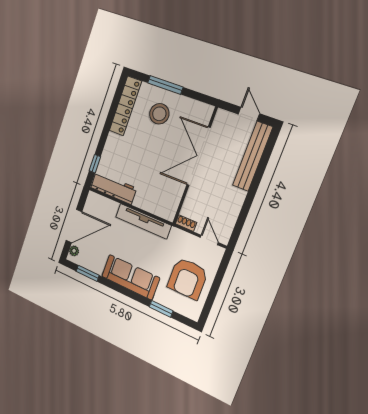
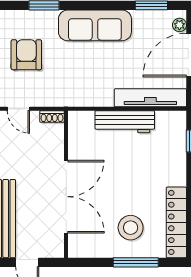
workbench: (113, 188) -> (125, 122), moved
tv unit: (143, 221) -> (150, 98), moved
armchair: (188, 278) -> (26, 55), width x0.73, depth x0.73

